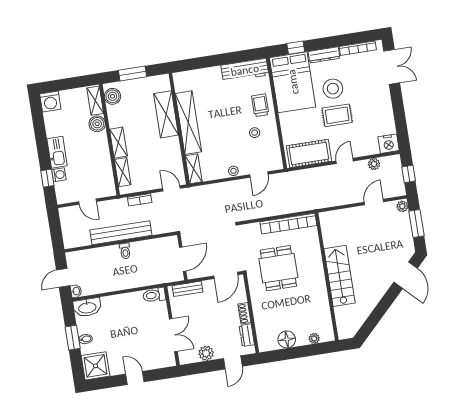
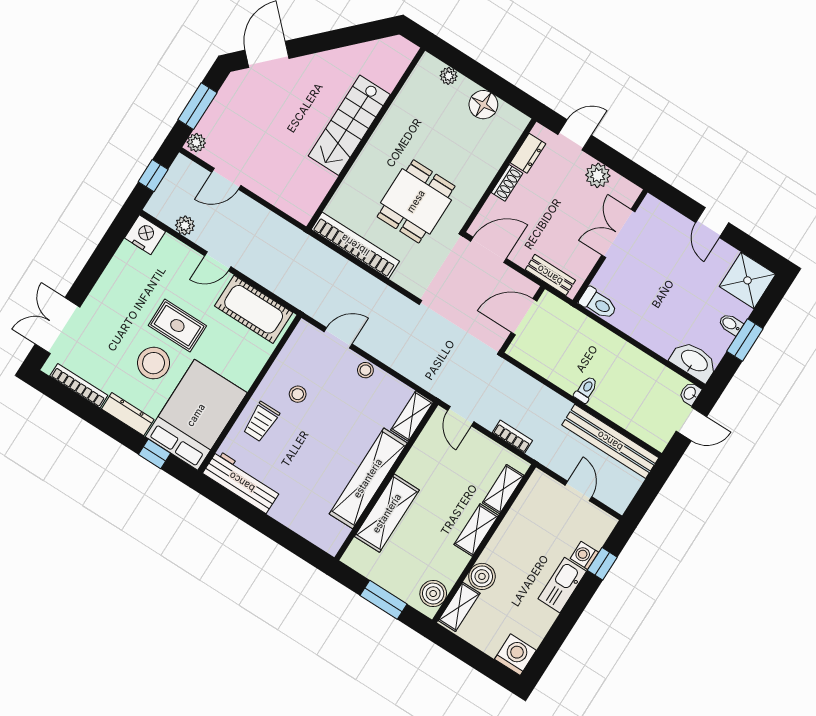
bench: (121, 233) -> (610, 441), moved

